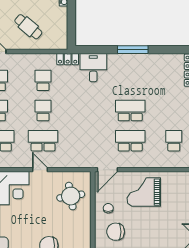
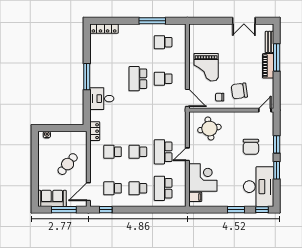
desk: (93, 68) -> (102, 99), moved
school desk: (130, 141) -> (163, 79), width x0.54
chair: (116, 232) -> (239, 91), turned 82

